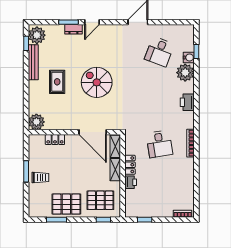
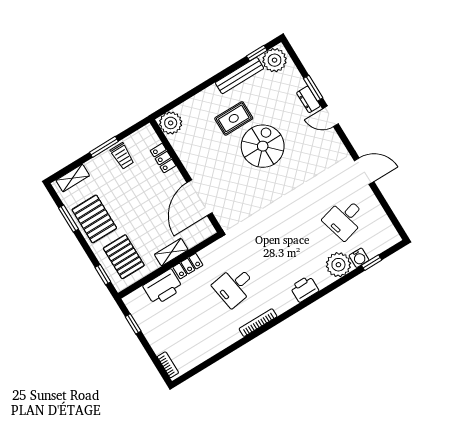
desk: (159, 52) -> (345, 219), turned -36
spiral stairs: (97, 82) -> (263, 146), moved
shelving: (115, 146) -> (73, 178), moved
trolley: (40, 177) -> (122, 156), moved
printer: (131, 182) -> (163, 287), width x1.87, depth x1.48

